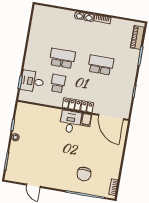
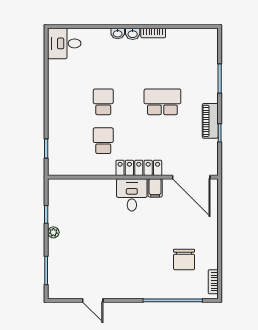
piano: (137, 38) -> (210, 121), moved
school desk: (62, 58) -> (103, 102), width x0.54
desk: (32, 81) -> (64, 43), moved
chair: (84, 174) -> (184, 259), moved

